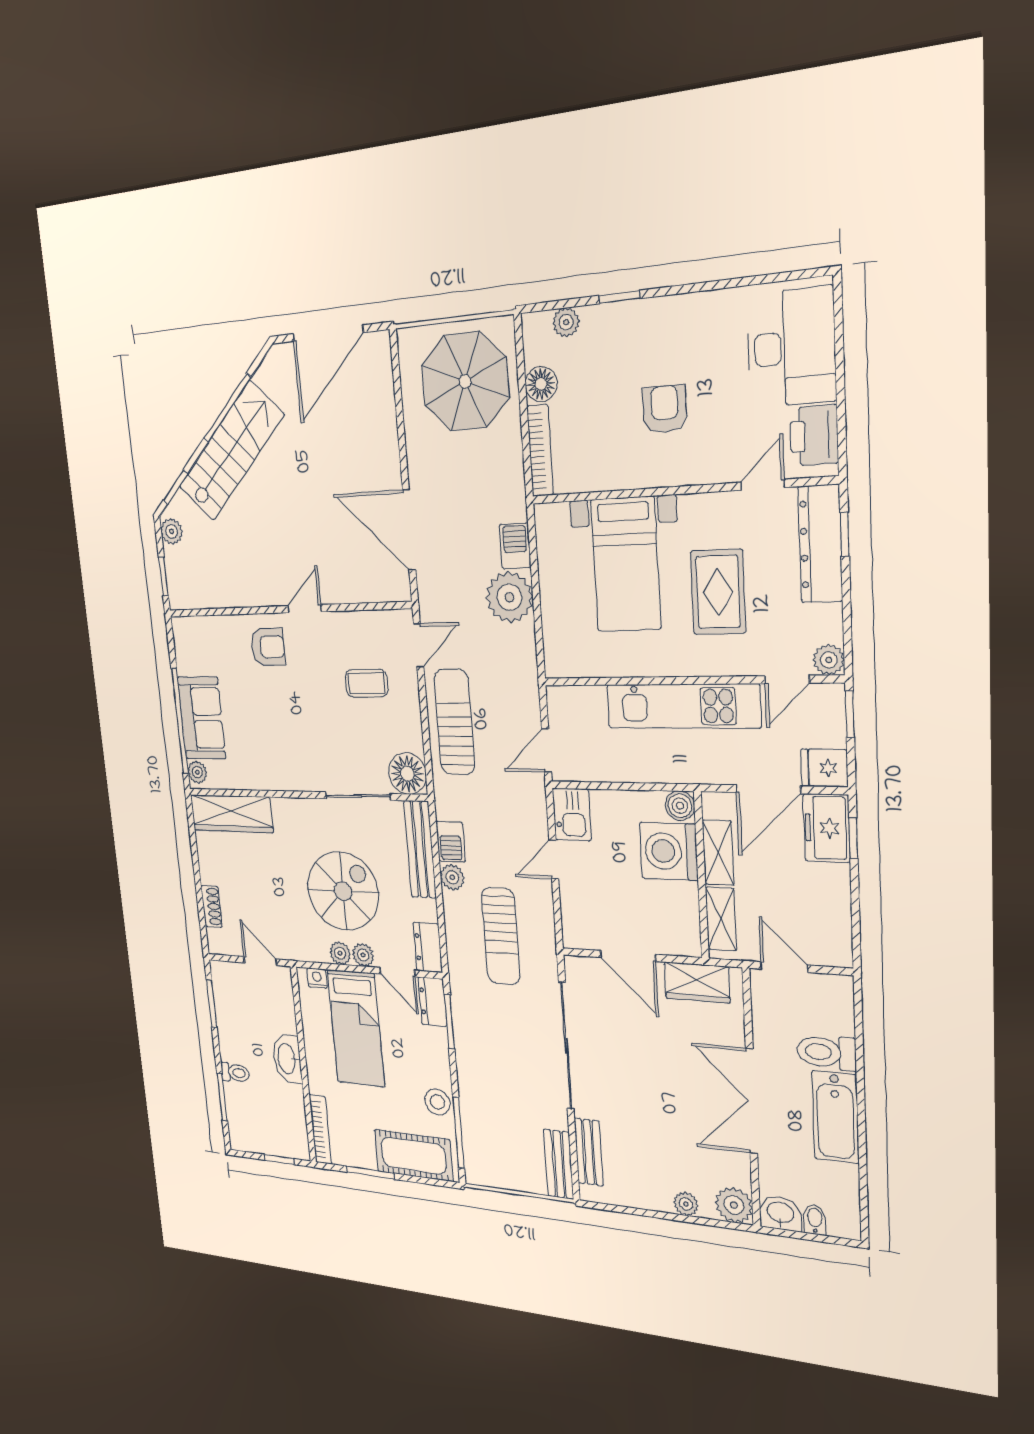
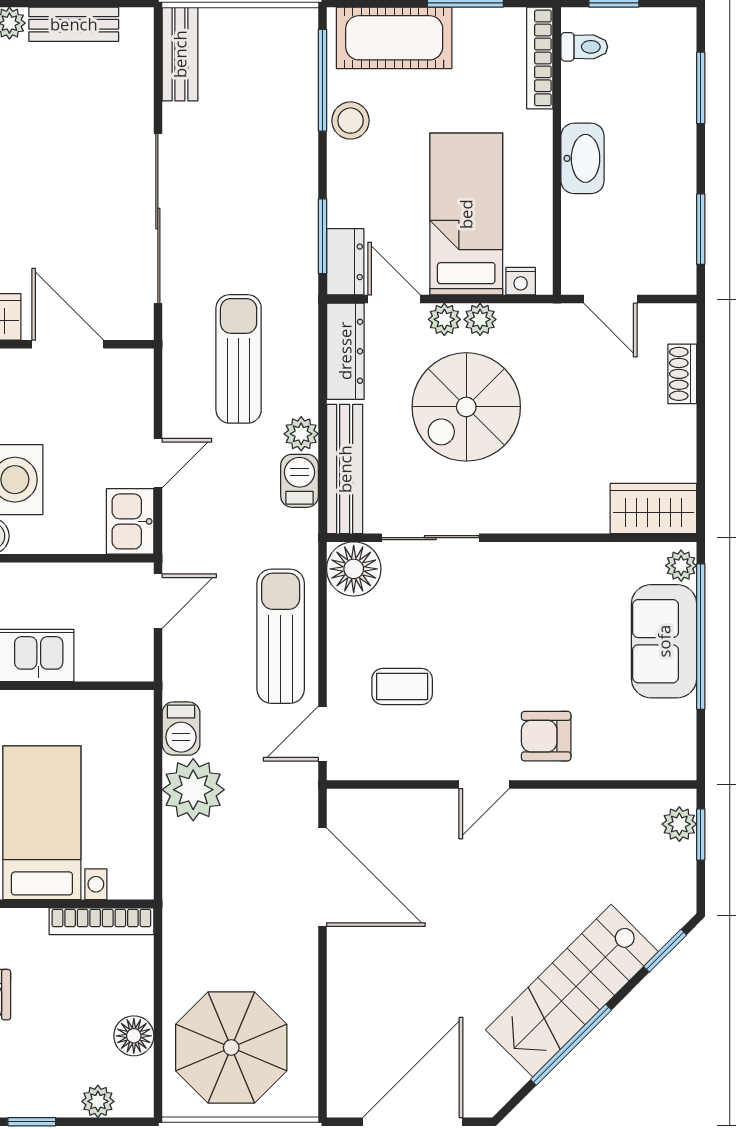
bookcase: (540, 451) -> (101, 921), moved, turned -90
plant: (172, 531) -> (679, 824), moved
barbecue: (515, 546) -> (181, 729), moved
sun lounger: (454, 722) -> (281, 636), turned 180
wardrobe: (232, 814) -> (653, 508), width x0.67
dresser: (428, 947) -> (345, 351), width x1.44
toilet: (235, 1073) -> (584, 47), moved, turned 180
bench: (589, 1152) -> (74, 24), moved, turned 90

